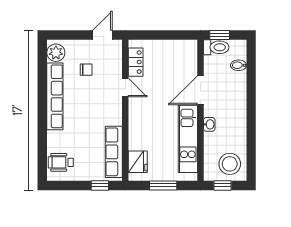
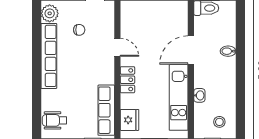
locker: (136, 62) -> (127, 80), moved
bidet: (239, 65) -> (228, 51), moved
washbasin: (209, 124) -> (199, 95), moved
stool: (230, 164) -> (219, 122), width x0.53, depth x0.53

